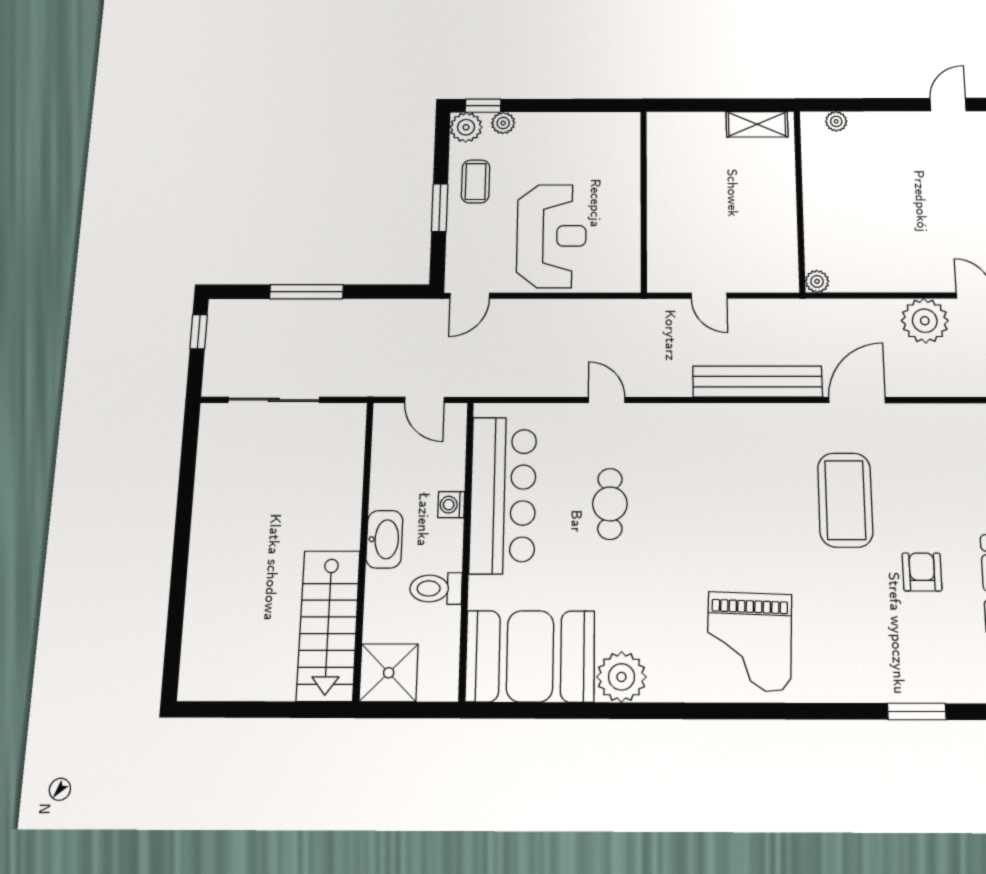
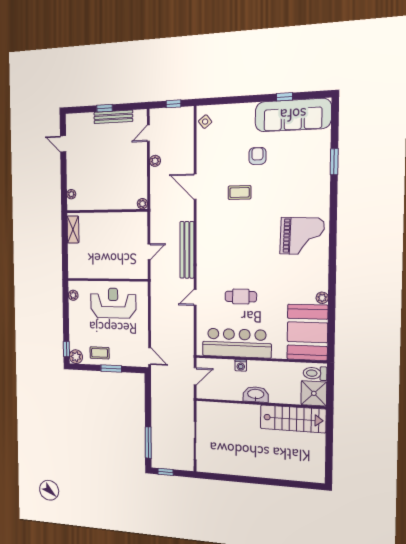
plant: (503, 123) -> (73, 295), moved
reception desk: (551, 236) -> (113, 303), moved
window: (306, 292) -> (148, 443), moved
plant: (925, 321) -> (155, 161), width x0.53, depth x0.53
bench: (757, 382) -> (187, 250), moved
coffee table: (845, 500) -> (240, 192), width x0.54, depth x0.58
armchair: (922, 572) -> (257, 156), moved, turned 90
toilet: (436, 588) -> (315, 373), moved, turned 90
plant: (621, 677) -> (322, 298), width x0.53, depth x0.53

